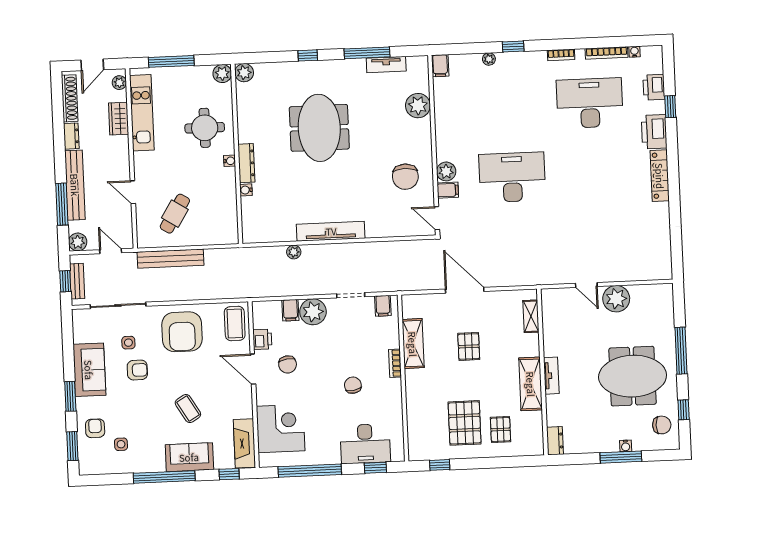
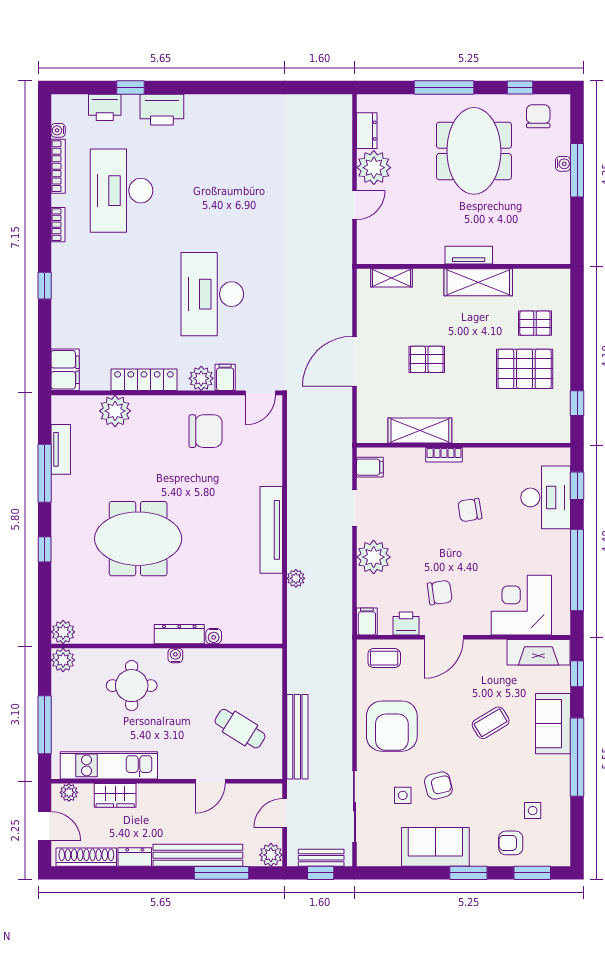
plant: (489, 59) -> (59, 317), removed
filing cabinet: (440, 66) -> (65, 370), width x2.00
locker: (660, 176) -> (144, 380), moved, turned 180
filing cabinet: (290, 310) -> (367, 621), moved, turned -90
coffee table: (235, 323) -> (384, 658), width x0.73, depth x0.77
armchair: (182, 332) -> (392, 726), turned 90
armchair: (137, 370) -> (438, 786), turned 76
dresser: (555, 441) -> (367, 131), moved, turned 90

